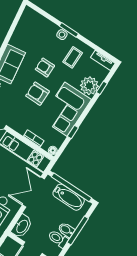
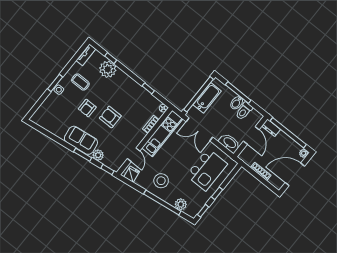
armchair: (38, 94) -> (110, 117), turned 90
corner sofa: (66, 109) -> (127, 92), removed

